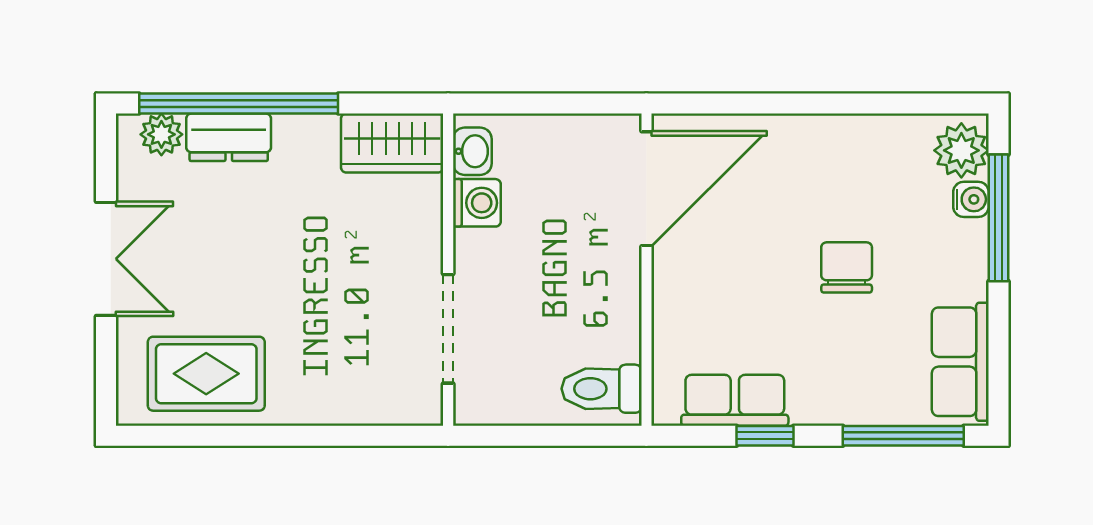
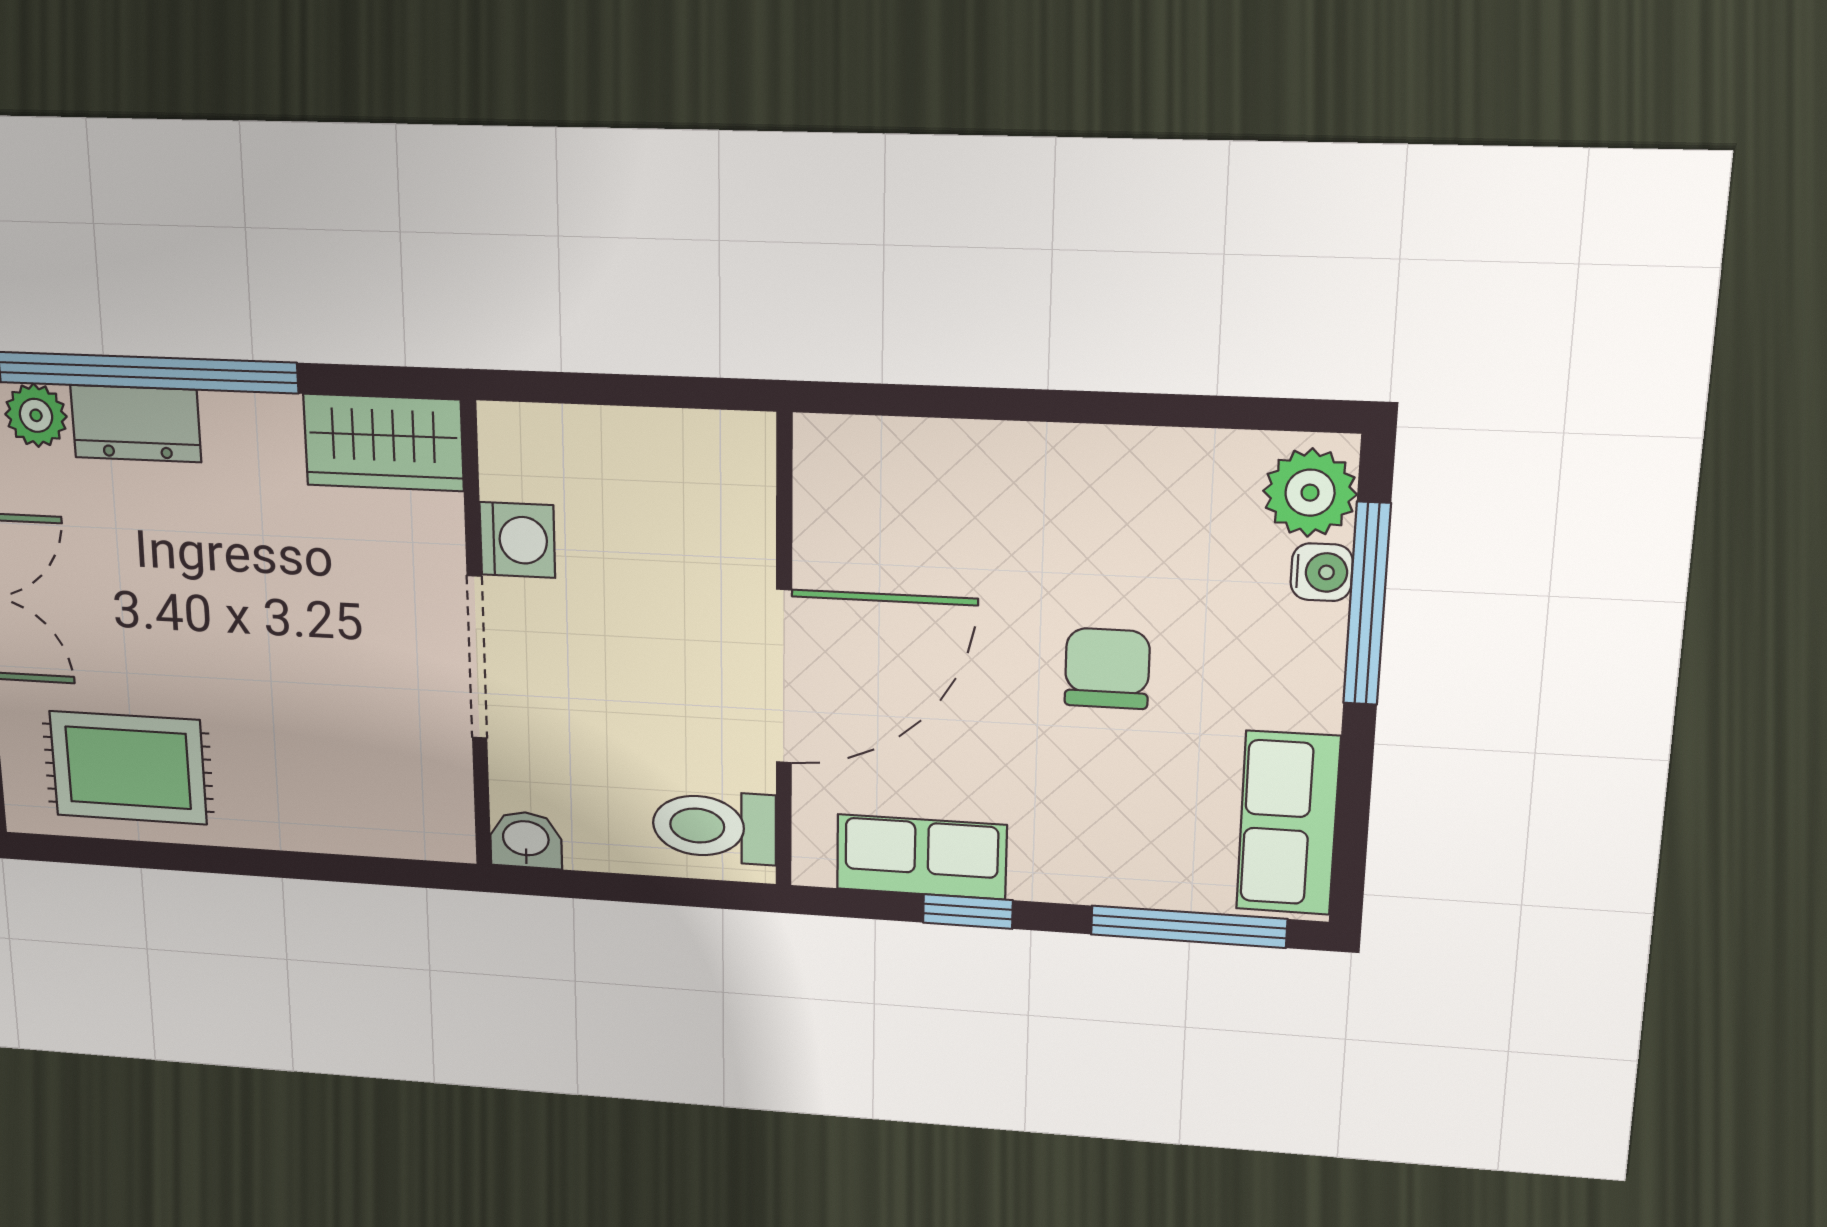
washbasin: (472, 151) -> (526, 840), moved, turned -90
door: (646, 189) -> (784, 677), moved
doorway: (448, 329) -> (477, 658), moved

